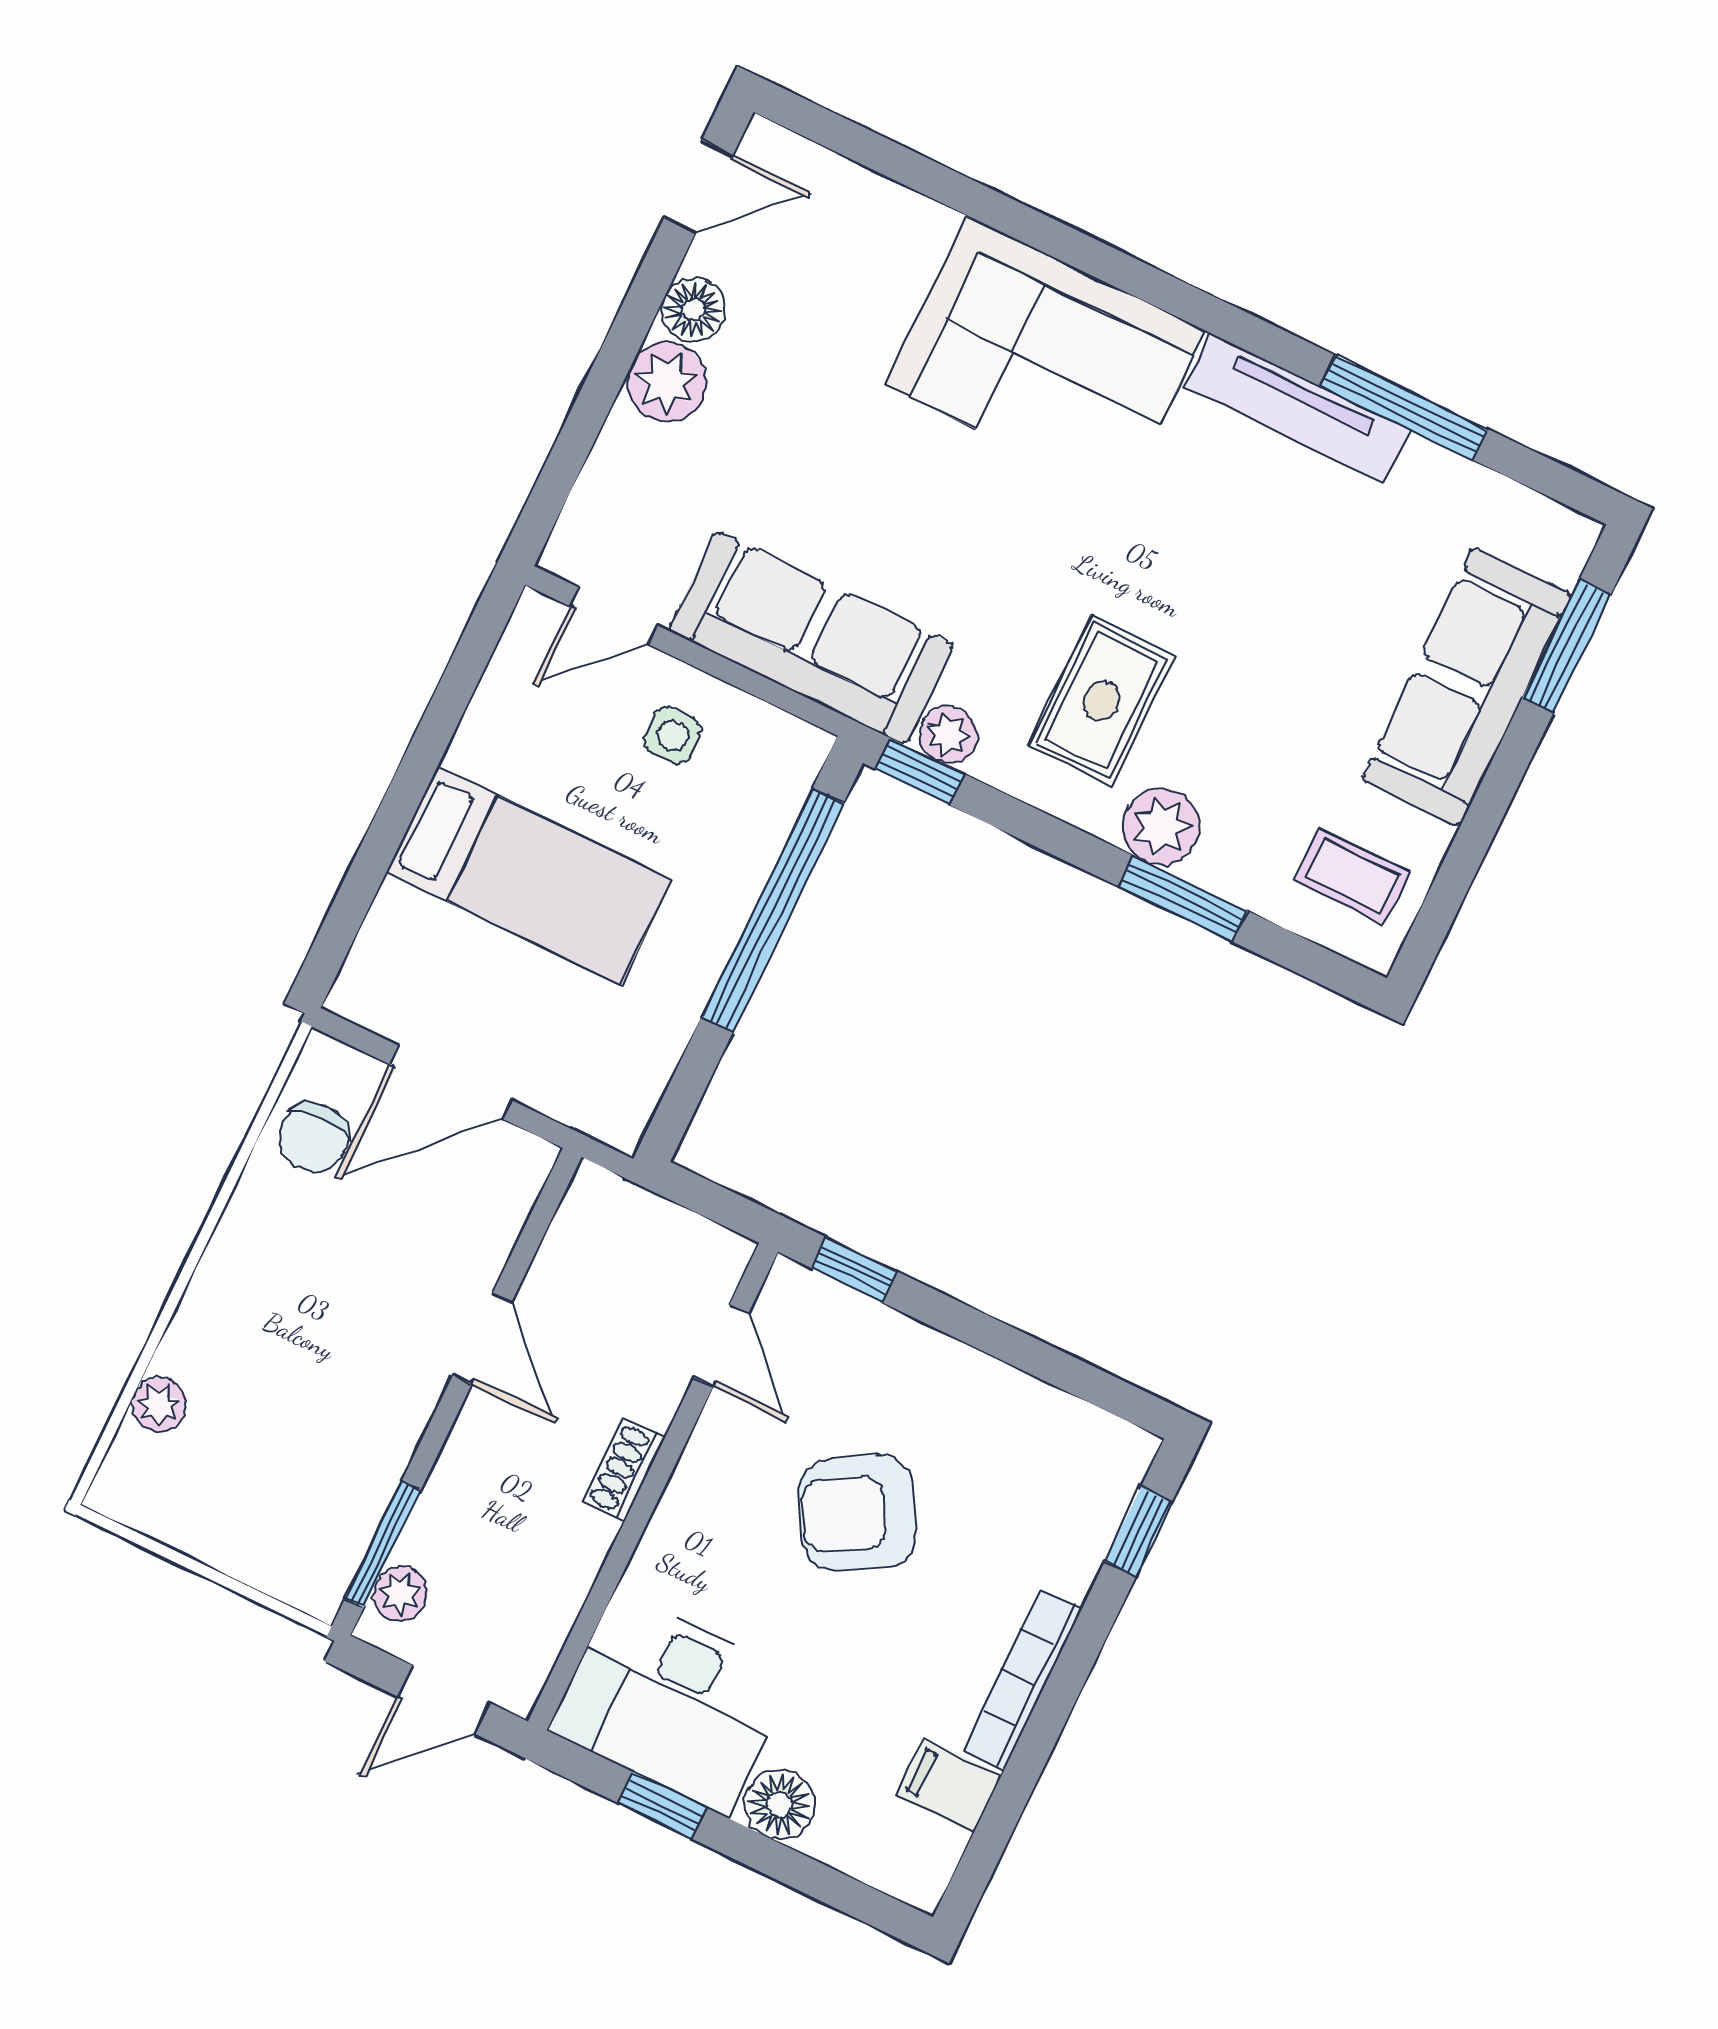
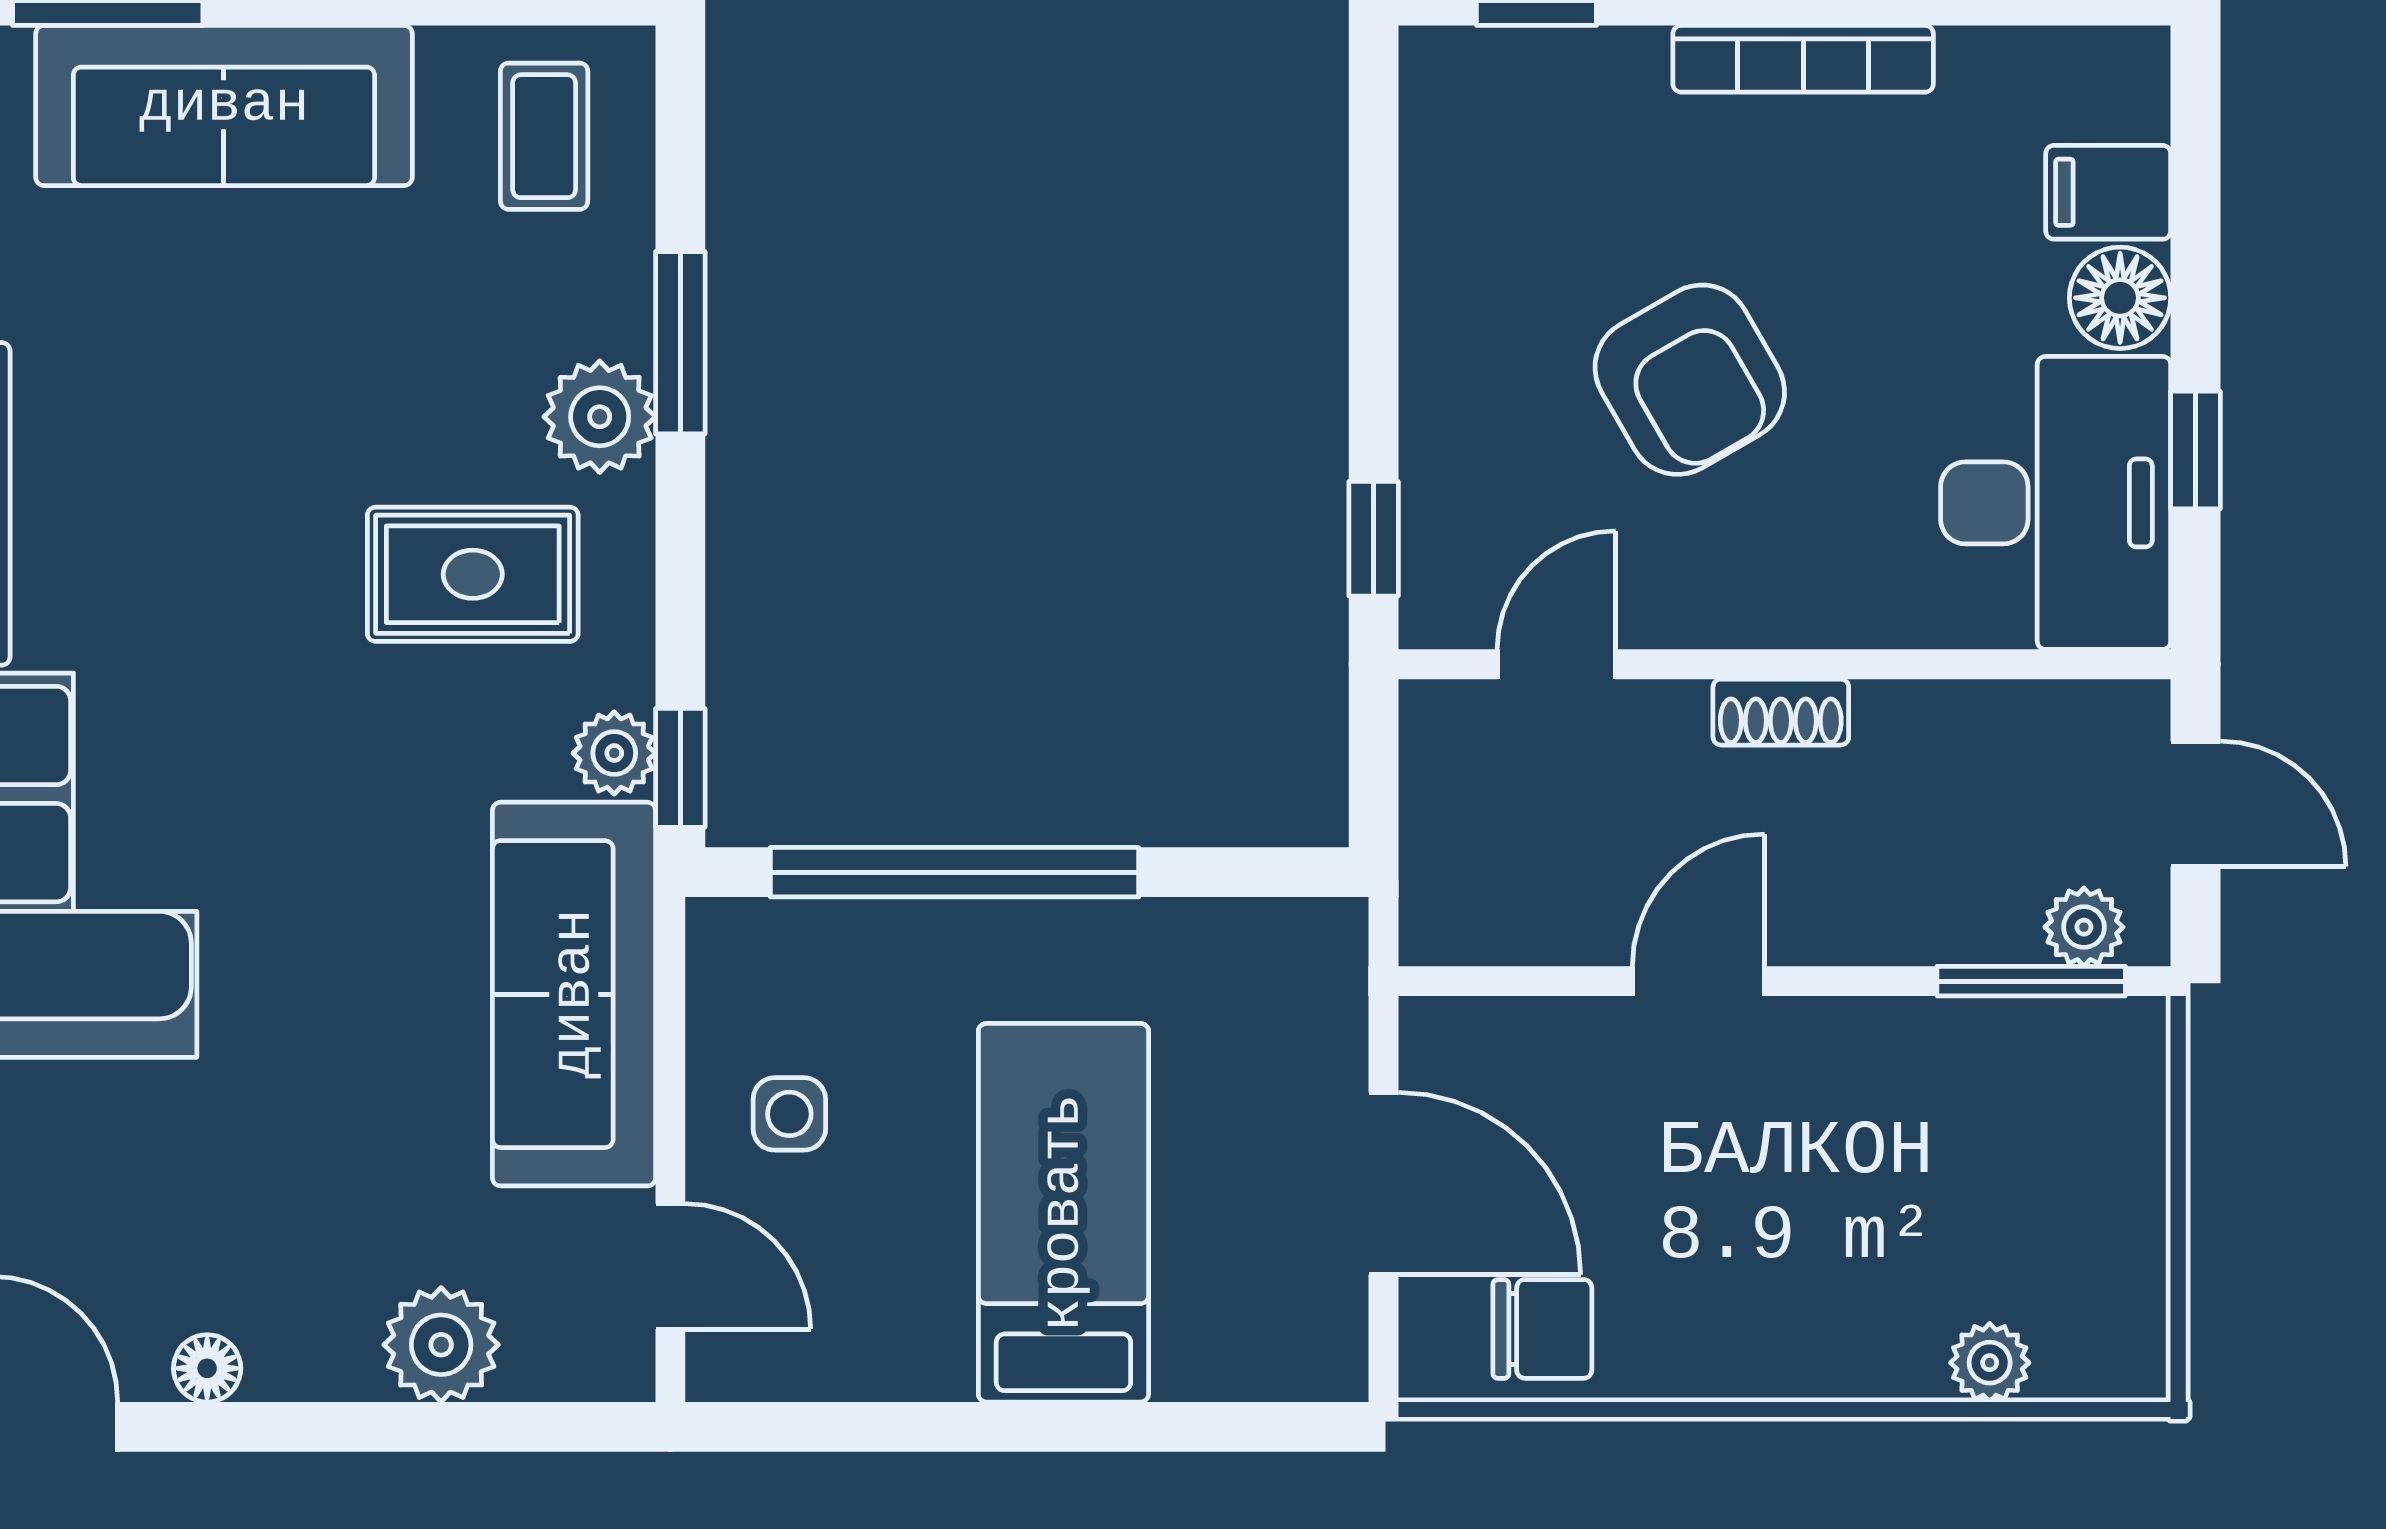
floor lamp: (693, 310) -> (207, 1368), width x0.73, depth x0.73
plant: (667, 382) -> (441, 1345), moved
filing cabinet: (949, 1785) -> (2108, 192), moved, turned 90

